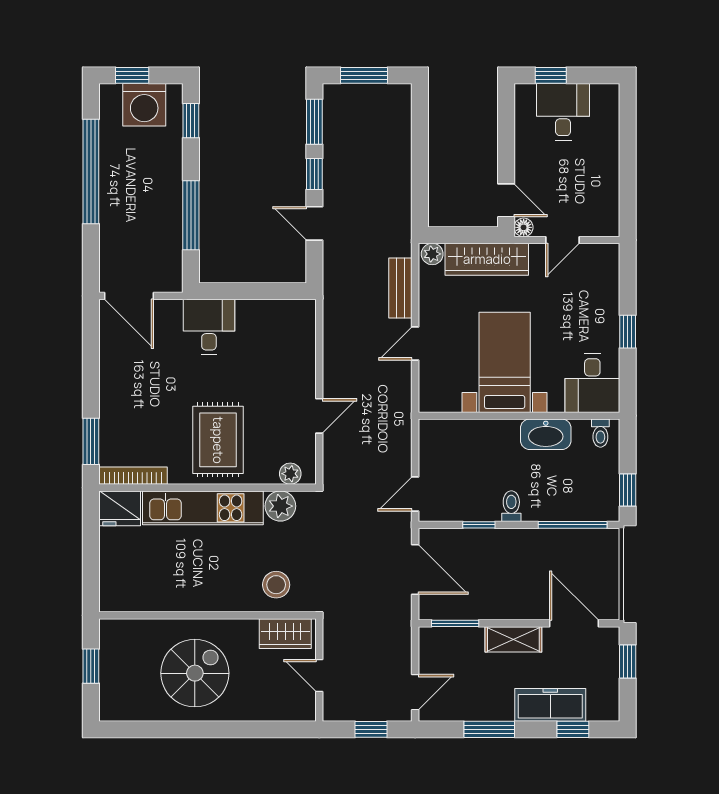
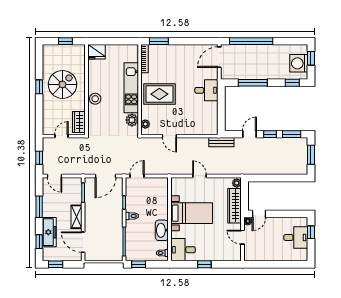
window: (91, 172) -> (251, 41), moved
bench: (400, 288) -> (221, 142), moved
door: (415, 494) -> (137, 176), hinge flipped
fridge: (120, 508) -> (97, 52), moved, turned -90
stool: (276, 585) -> (95, 99), moved
door: (574, 623) -> (83, 242), swing flipped
window: (628, 661) -> (56, 264), moved
spiral stairs: (195, 673) -> (62, 84), turned -90
window: (201, 729) -> (39, 87), added

